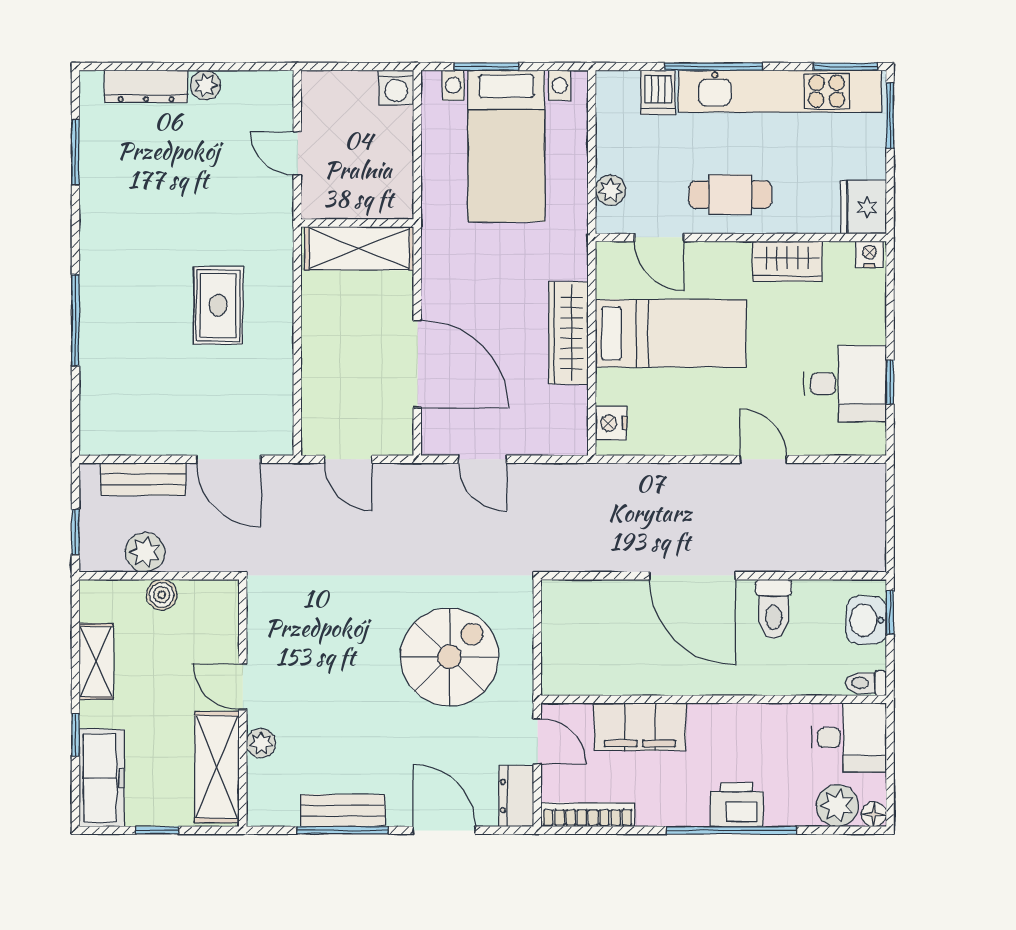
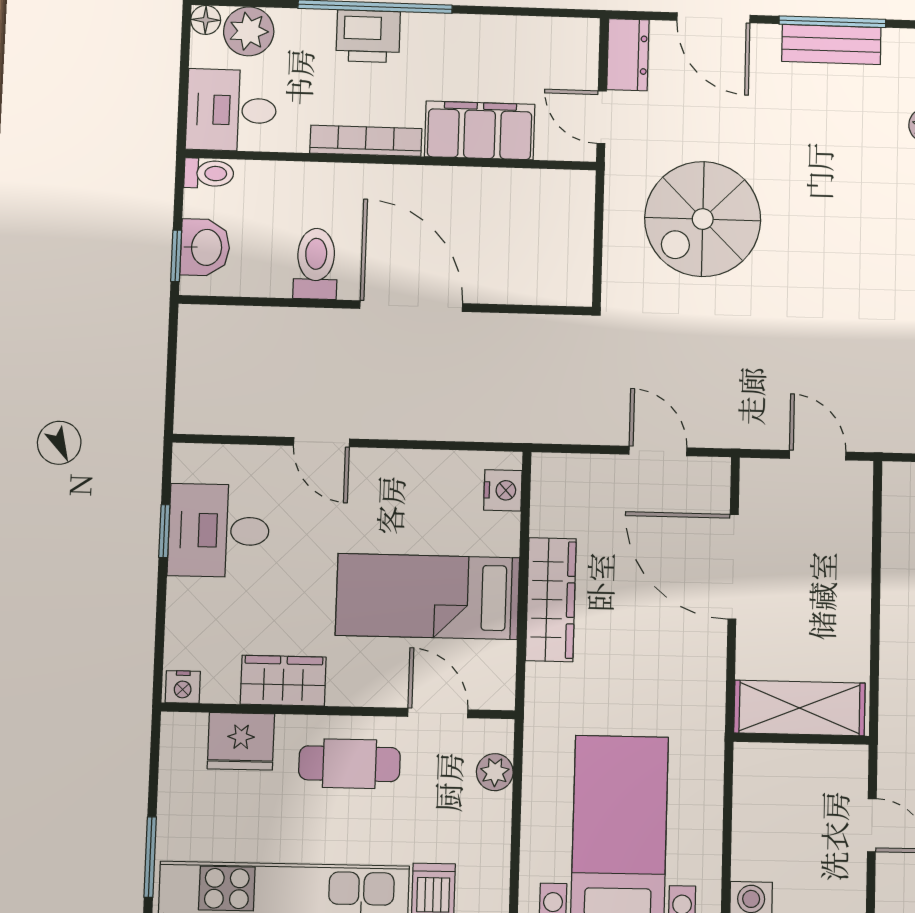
fridge: (863, 207) -> (241, 741), moved, turned 90
bookcase: (588, 815) -> (366, 141), moved, turned 180

